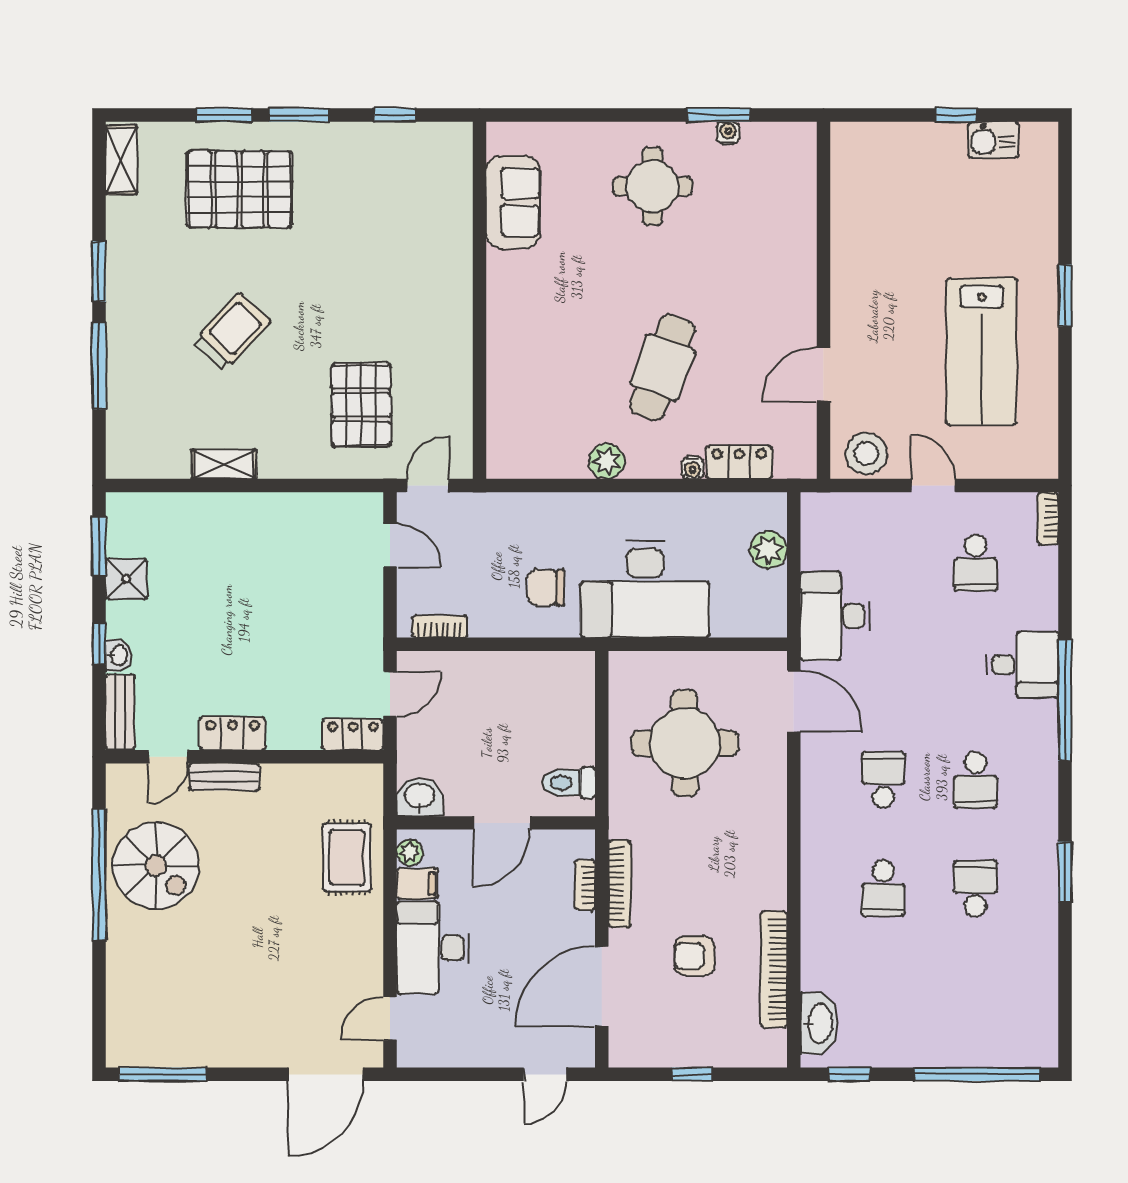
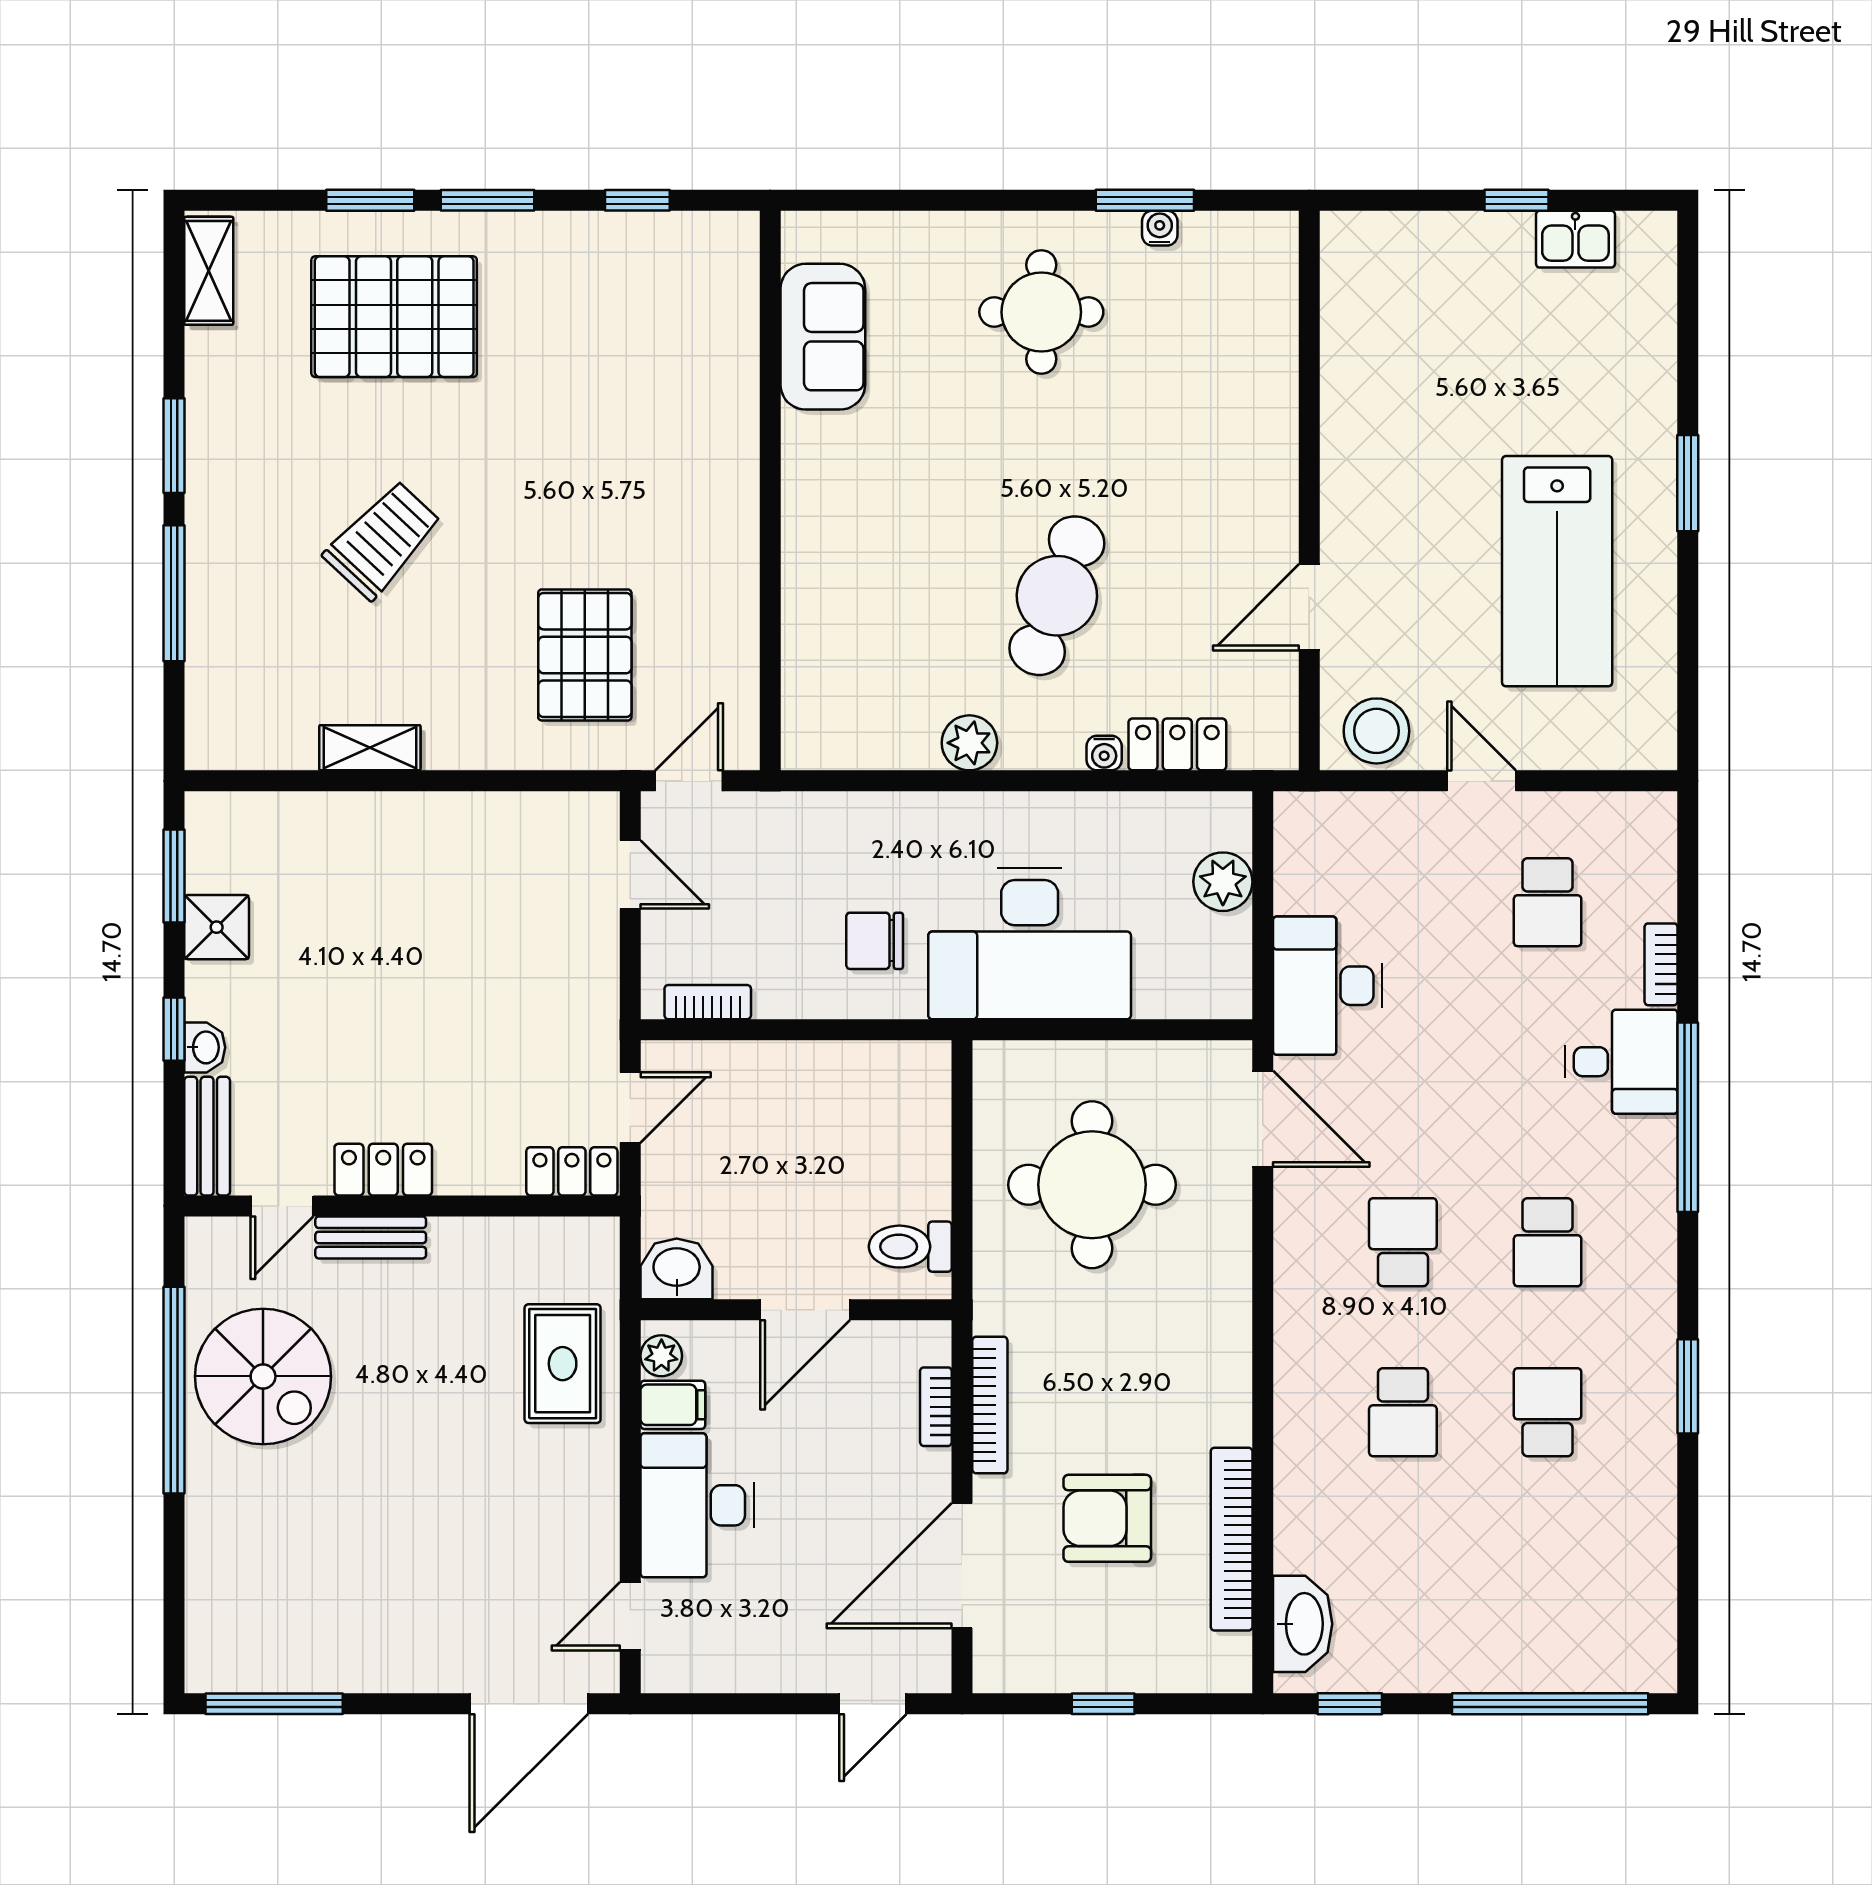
bookcase: (1048, 518) -> (1661, 964), moved
armchair: (695, 956) -> (1107, 1518), width x1.38, depth x1.38

